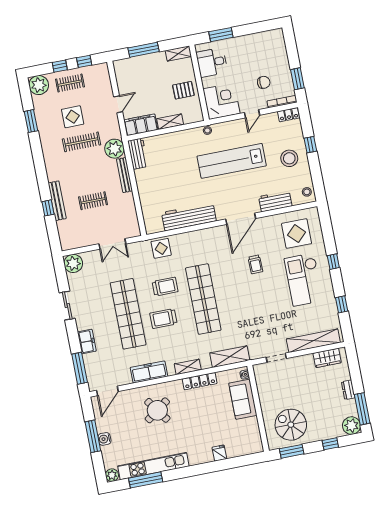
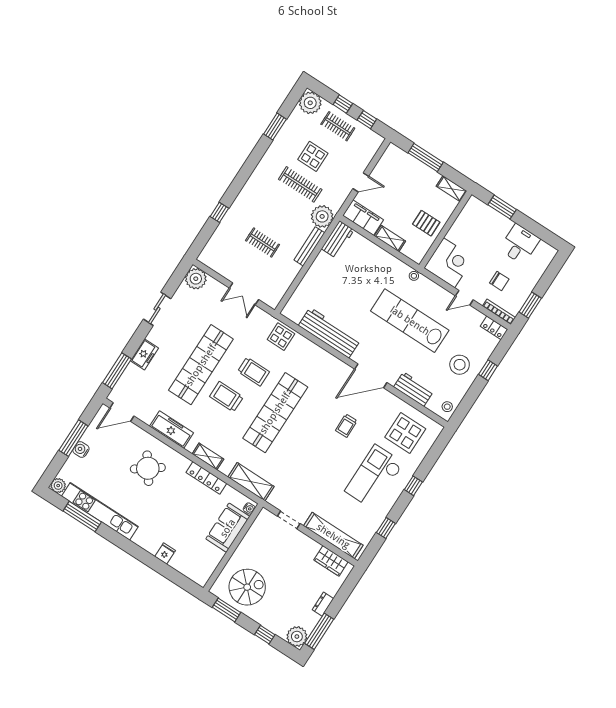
desk: (212, 62) -> (520, 244), moved, turned 90
bench: (57, 201) -> (233, 214), removed
spiral stairs: (291, 425) -> (247, 587), turned 90

